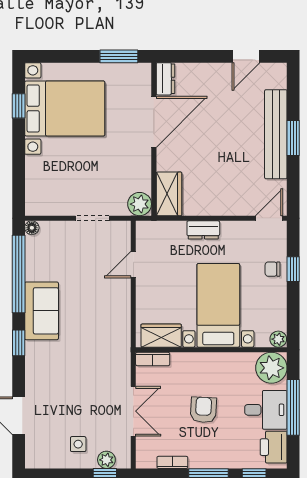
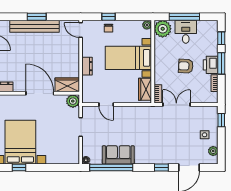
door: (154, 122) -> (40, 93), moved
sofa: (42, 311) -> (118, 155), moved
window: (19, 343) -> (161, 167), moved
double door: (133, 411) -> (176, 105), moved
printer: (274, 447) -> (211, 65), moved, turned 90
plant: (106, 460) -> (213, 151), moved

